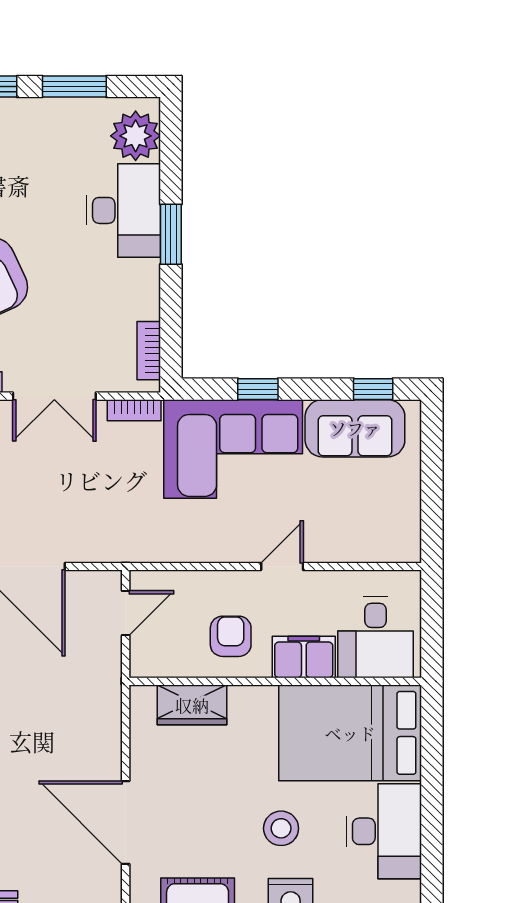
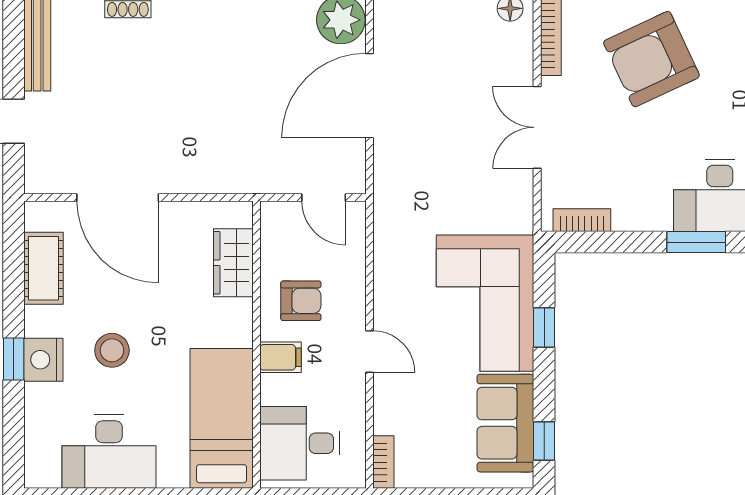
bookcase: (134, 410) -> (383, 462), moved, turned 180
filing cabinet: (304, 657) -> (281, 357), width x0.50
bed: (350, 733) -> (222, 418), width x0.67
door: (126, 823) -> (118, 198), swing flipped

